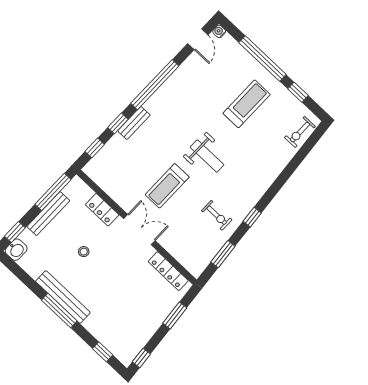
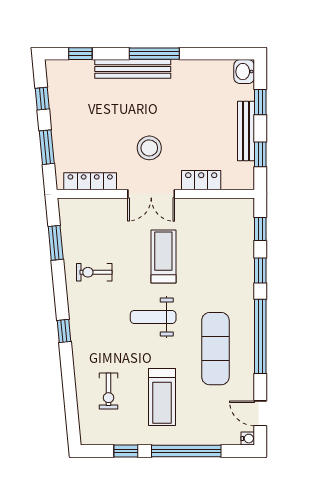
exercise mat: (188, 102) -> (215, 349), added
bench: (134, 123) -> (246, 284), removed
exercise bike: (300, 132) -> (109, 391), moved, turned 180
window: (53, 192) -> (260, 154), width x0.46
window: (252, 217) -> (64, 331), moved
window: (15, 232) -> (260, 102), moved
stool: (84, 252) -> (149, 148), moved, width x1.89, depth x1.89
bench: (63, 297) -> (133, 69), moved
window: (141, 358) -> (42, 99), moved

